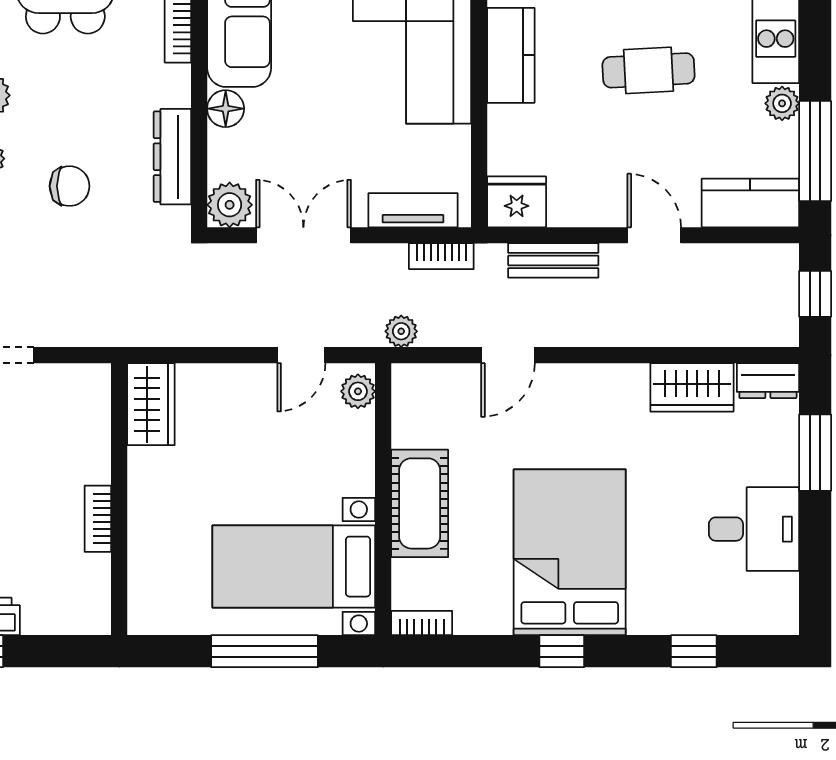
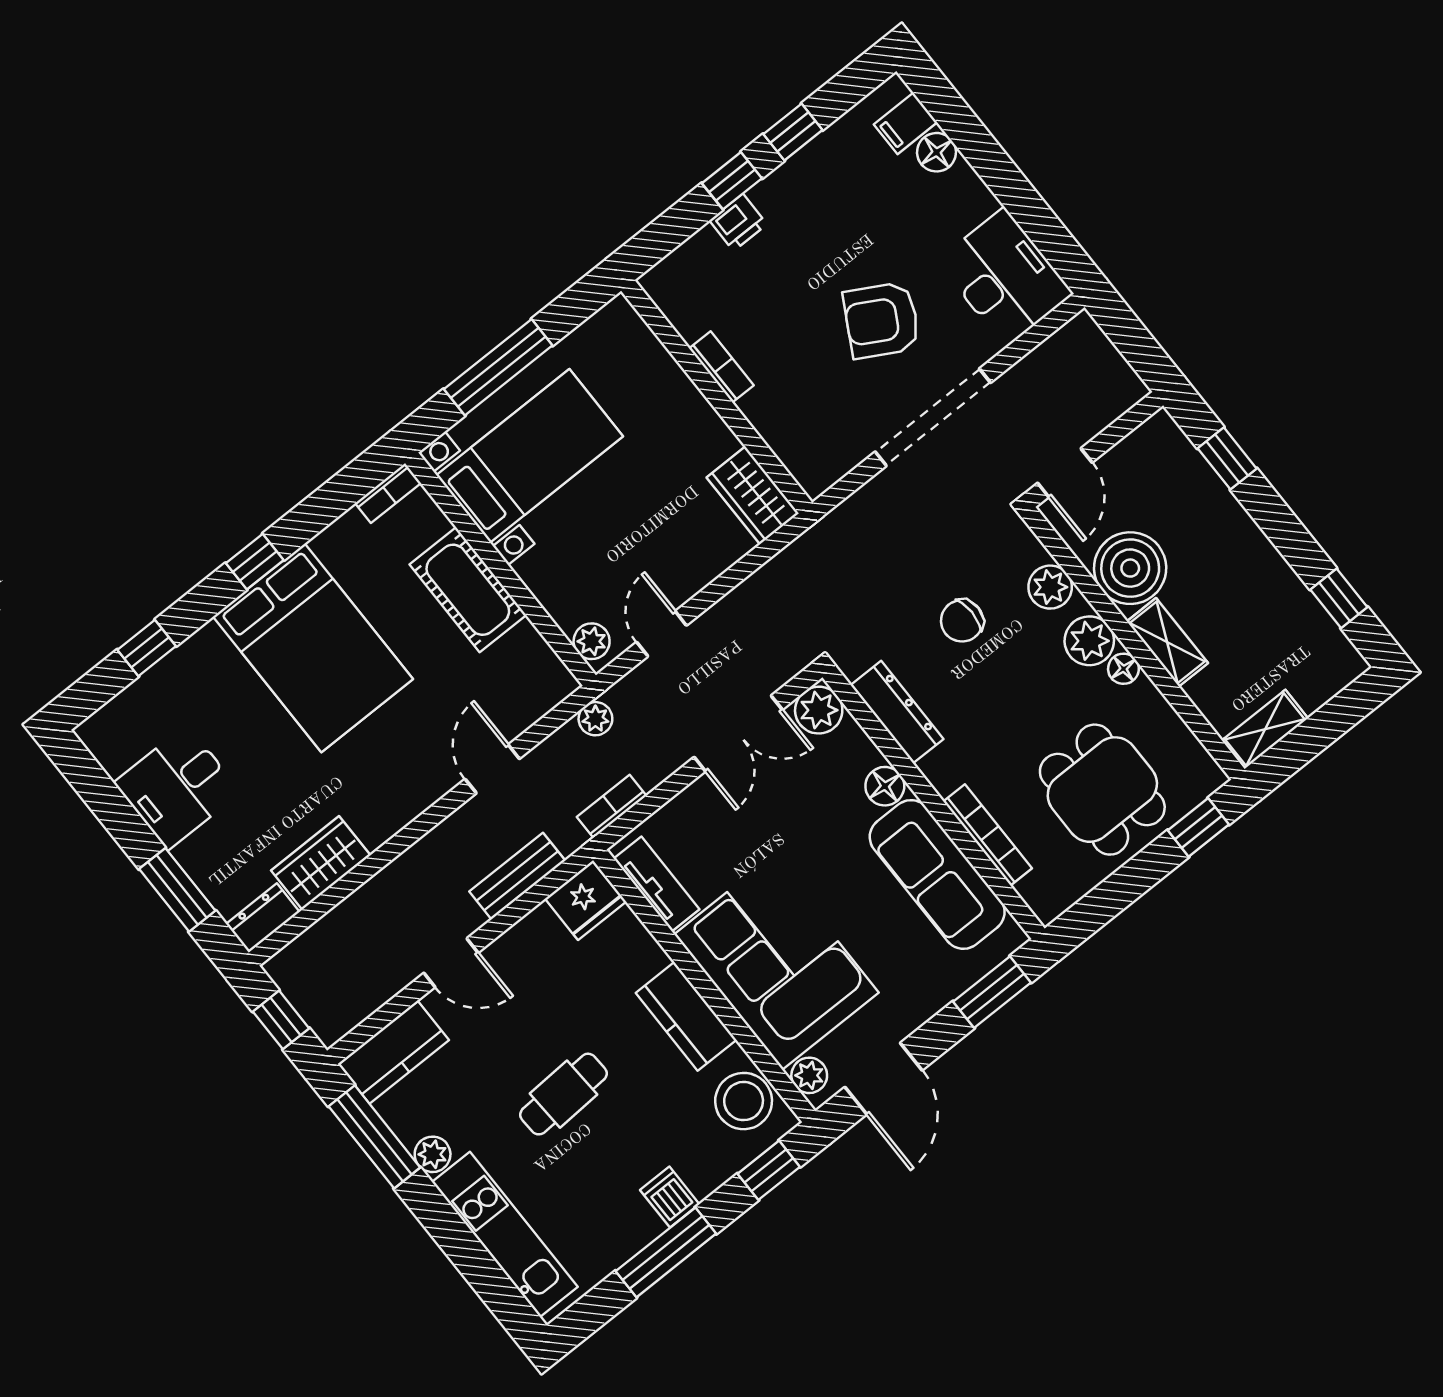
tv unit: (413, 210) -> (657, 884), moved, turned -90

